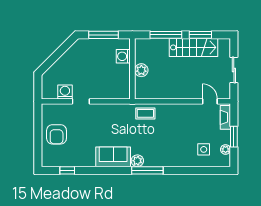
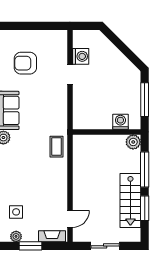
plant: (141, 70) -> (133, 142), moved
armchair: (57, 134) -> (25, 63), moved

